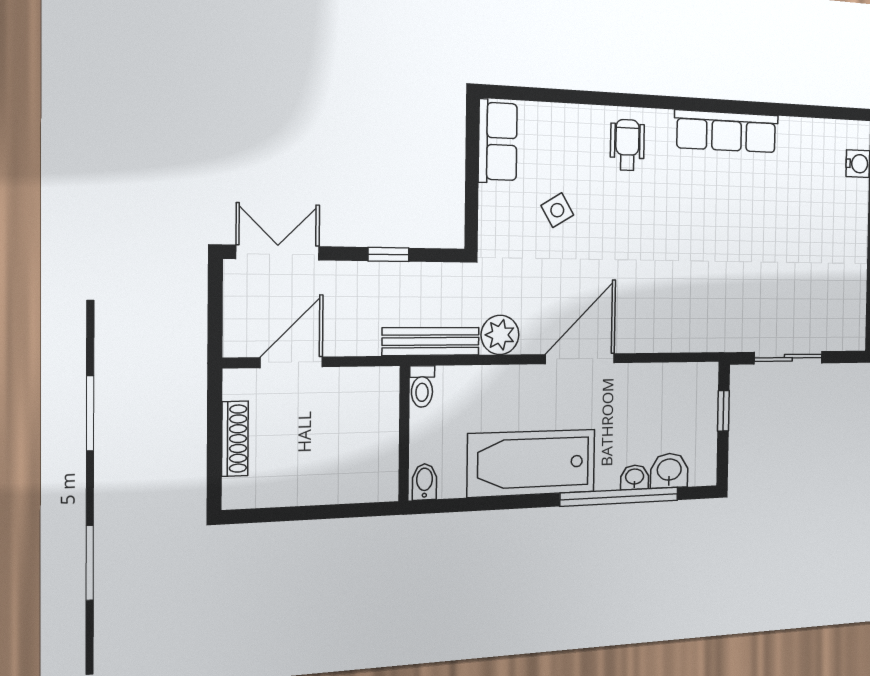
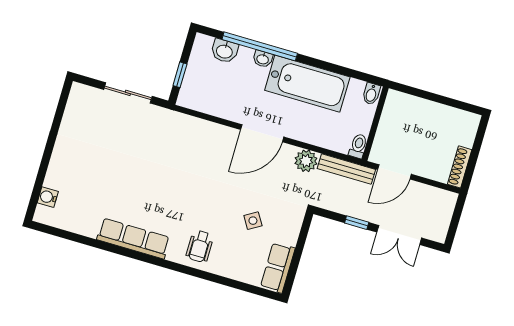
double door: (278, 253) -> (399, 235), moved
door: (292, 362) -> (394, 172), moved
shoe rack: (235, 439) -> (460, 167), moved
washbasin: (635, 477) -> (263, 59), moved

